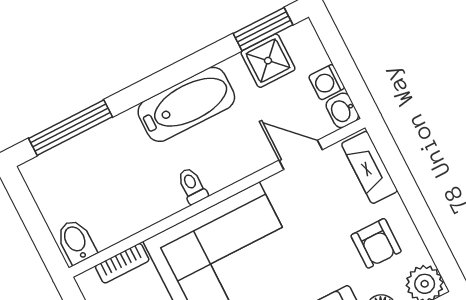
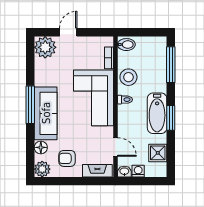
window: (263, 29) -> (171, 118), moved
door: (301, 155) -> (116, 147), hinge flipped
stool: (142, 202) -> (128, 77), added

